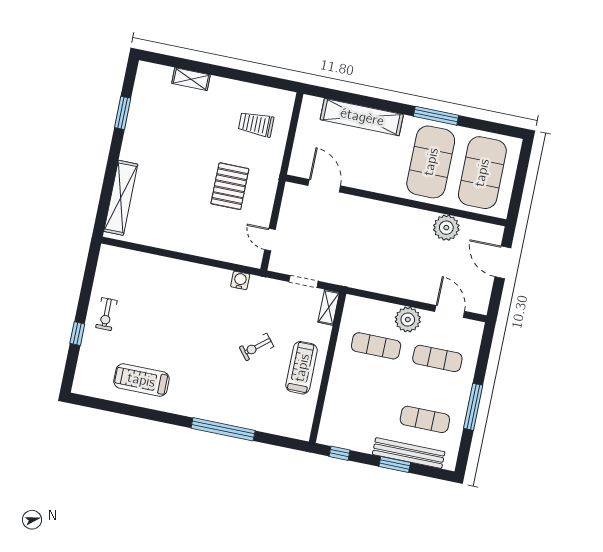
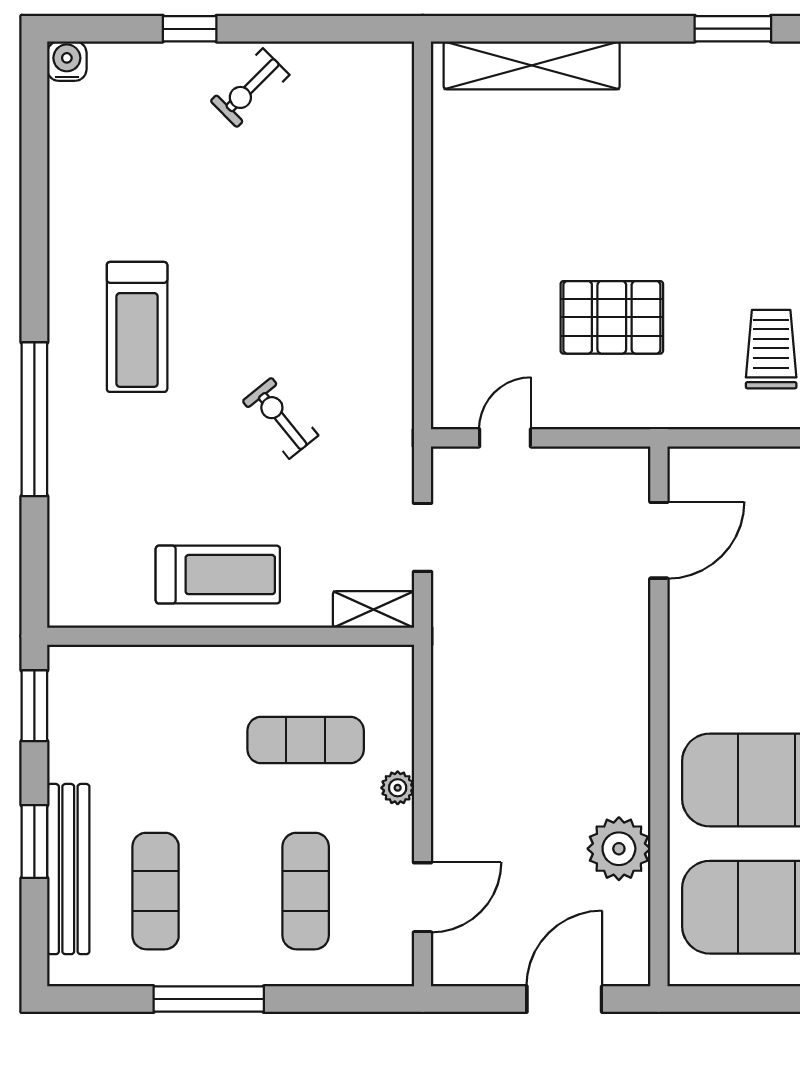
water cooler: (240, 280) -> (67, 61), moved, turned -90
exercise bike: (106, 314) -> (250, 88), turned -45
plant: (408, 320) -> (398, 788), width x0.53, depth x0.53
exercise mat: (376, 346) -> (306, 740), turned 90
exercise bike: (257, 347) -> (280, 418), moved
treadmill: (141, 380) -> (137, 327), moved, turned 180
window: (339, 453) -> (34, 706), width x1.50

